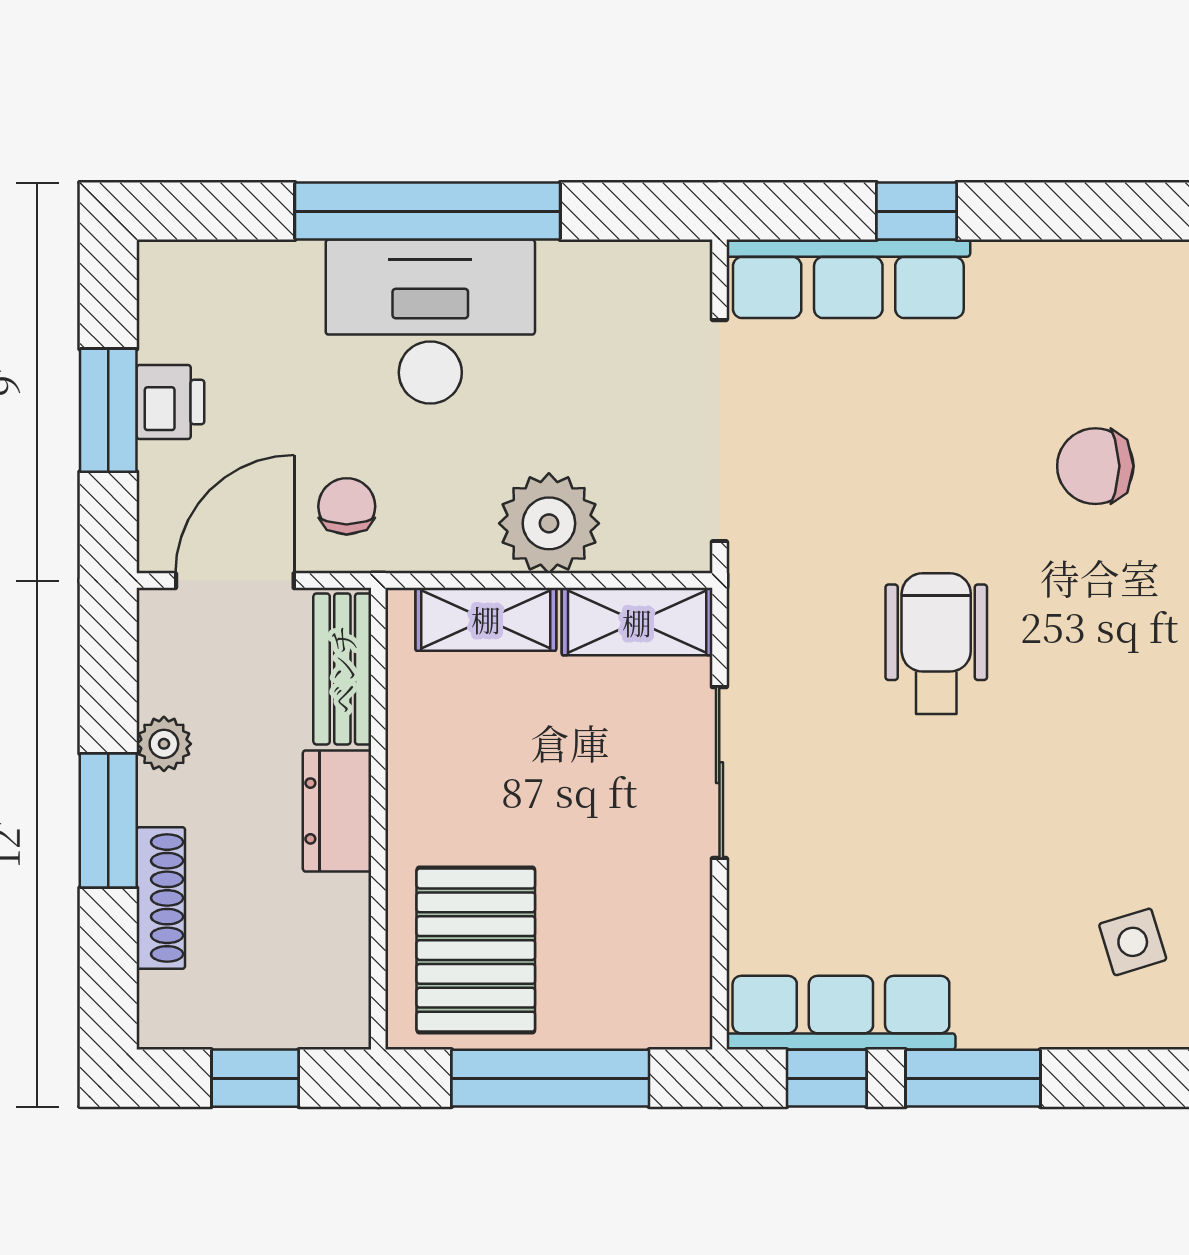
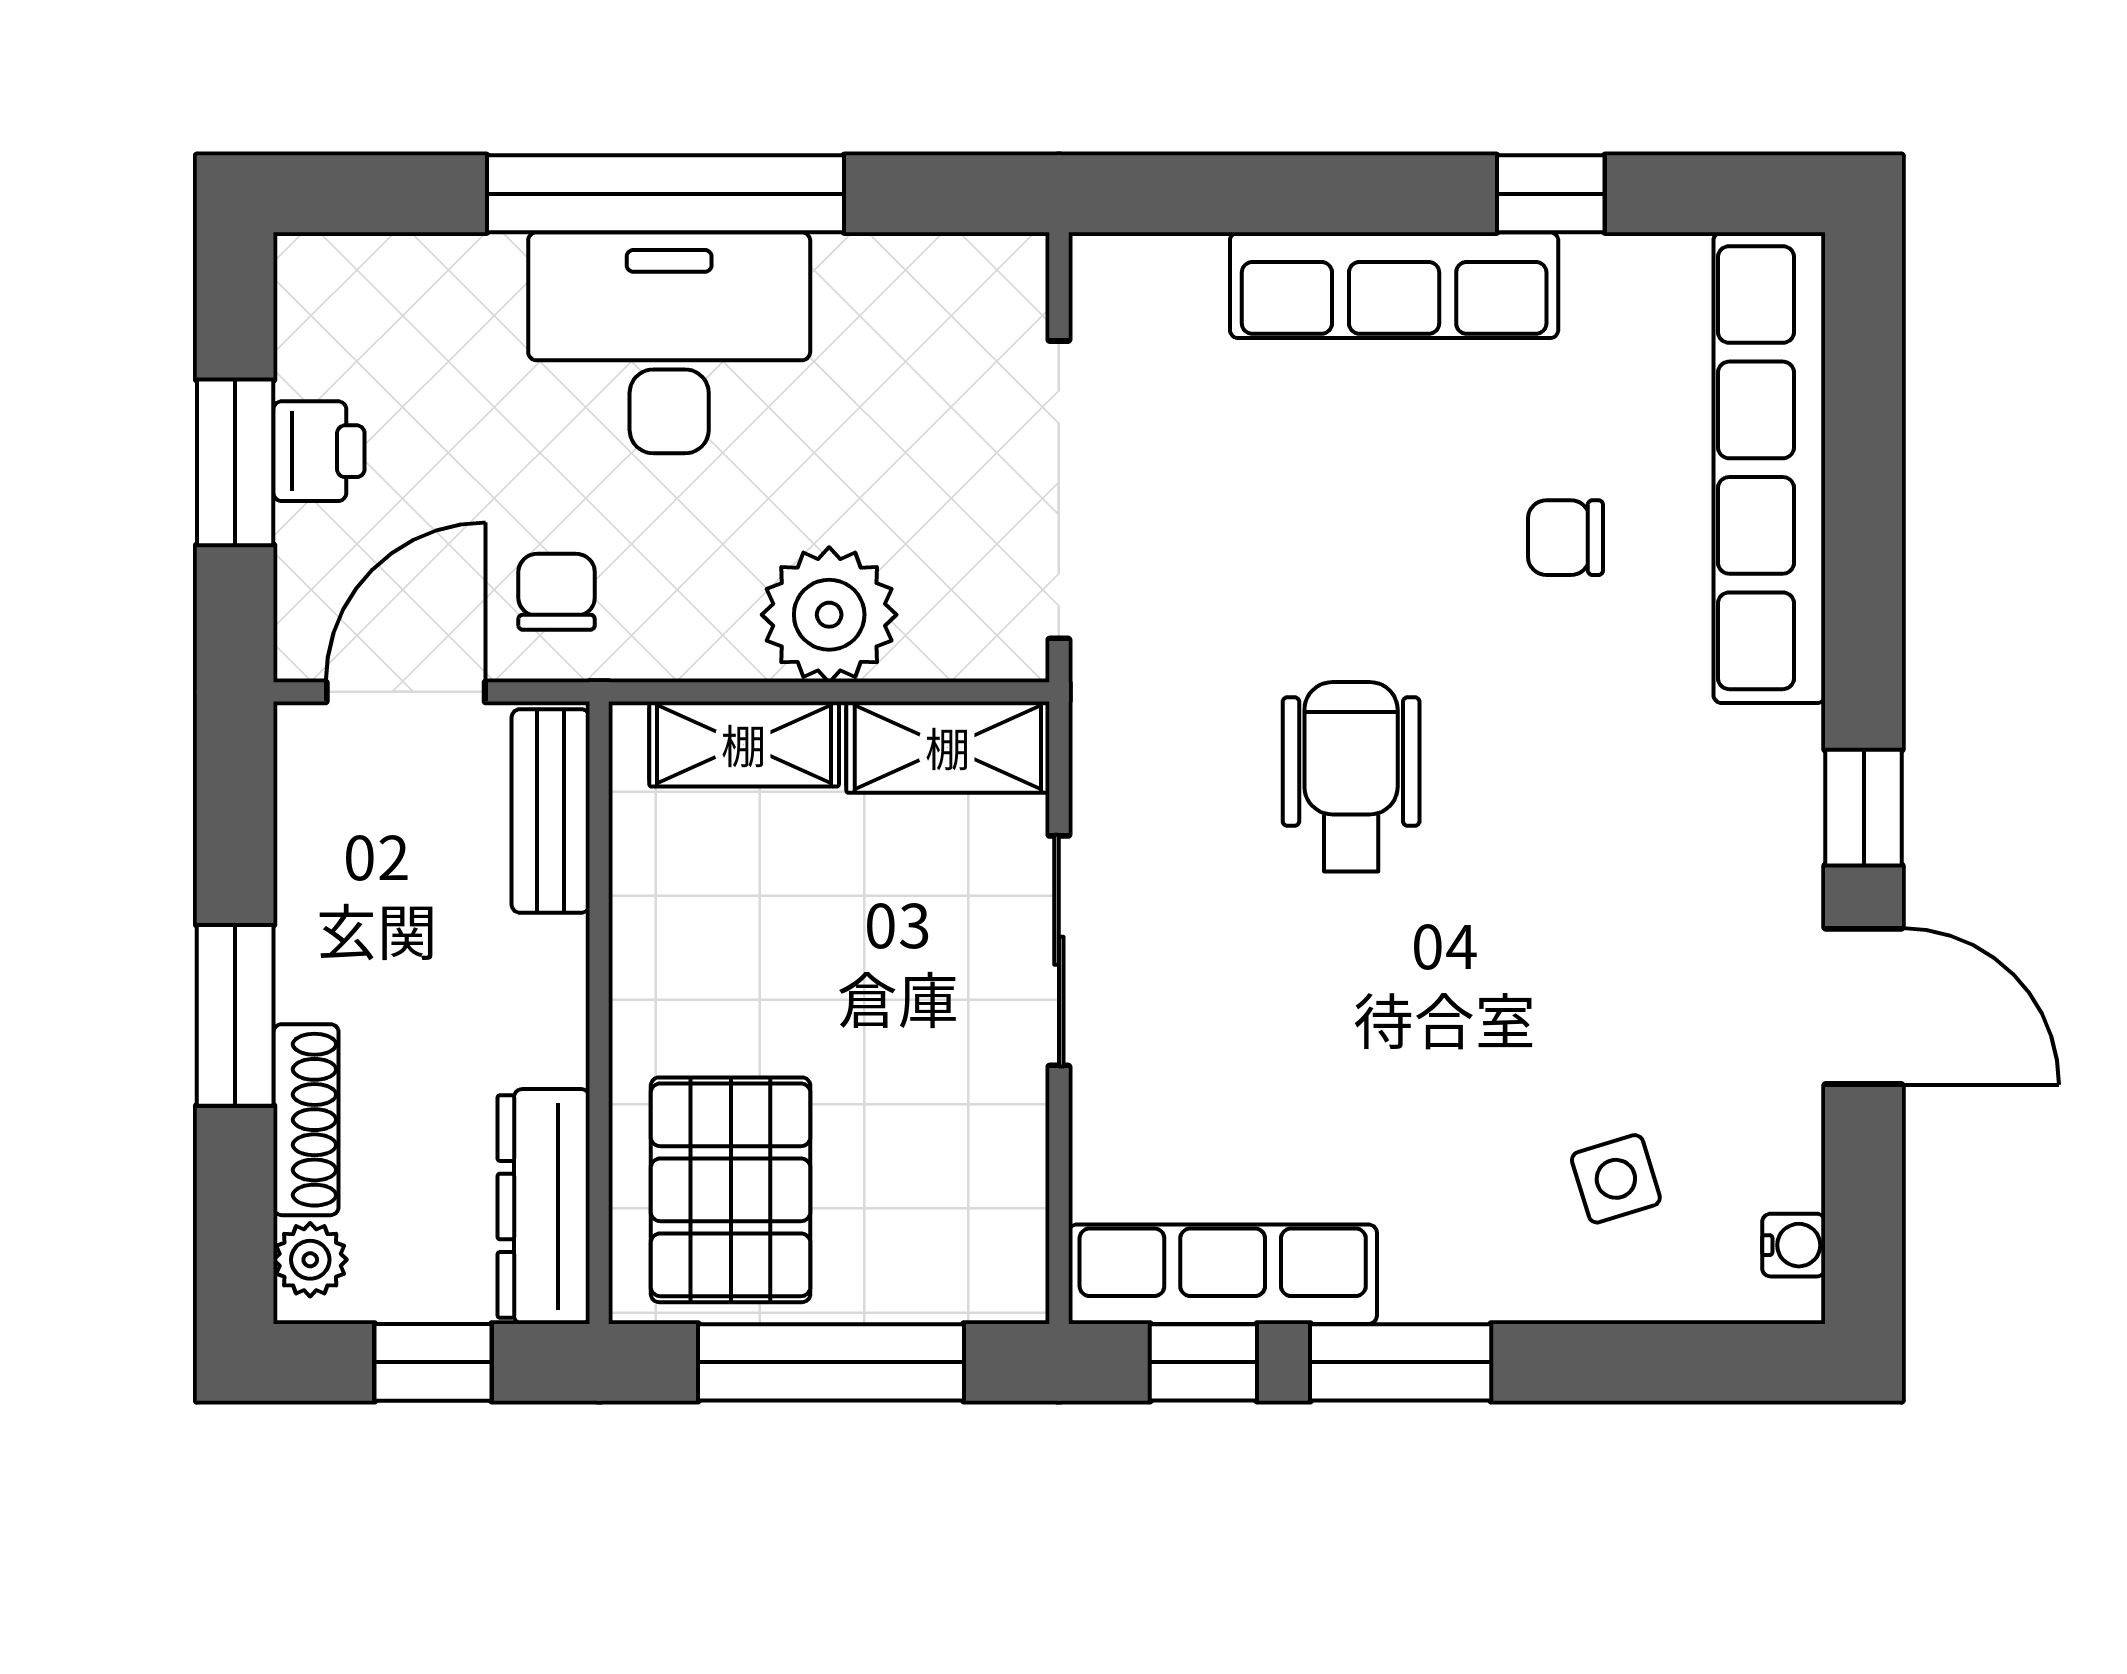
window: (916, 211) -> (1551, 194), moved
row of seats: (848, 279) -> (1394, 285), moved
chair: (1095, 466) -> (1565, 538), width x0.73, depth x0.73
plant: (164, 744) -> (310, 1260), moved
dresser: (337, 811) -> (544, 1206), moved, width x1.44

